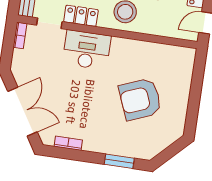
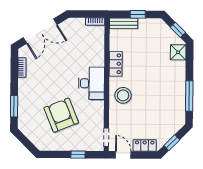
doorway: (49, 23) -> (106, 137), moved
desk: (87, 50) -> (91, 83), moved
window: (197, 84) -> (78, 155), added

